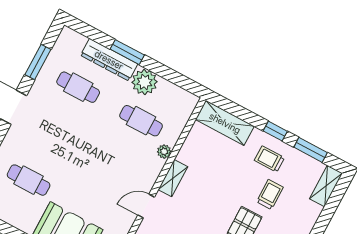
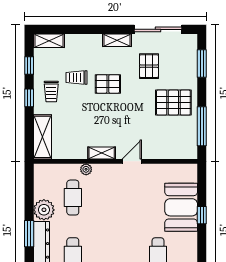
window: (311, 150) -> (29, 66), width x0.67
door: (146, 206) -> (132, 161), swing flipped

